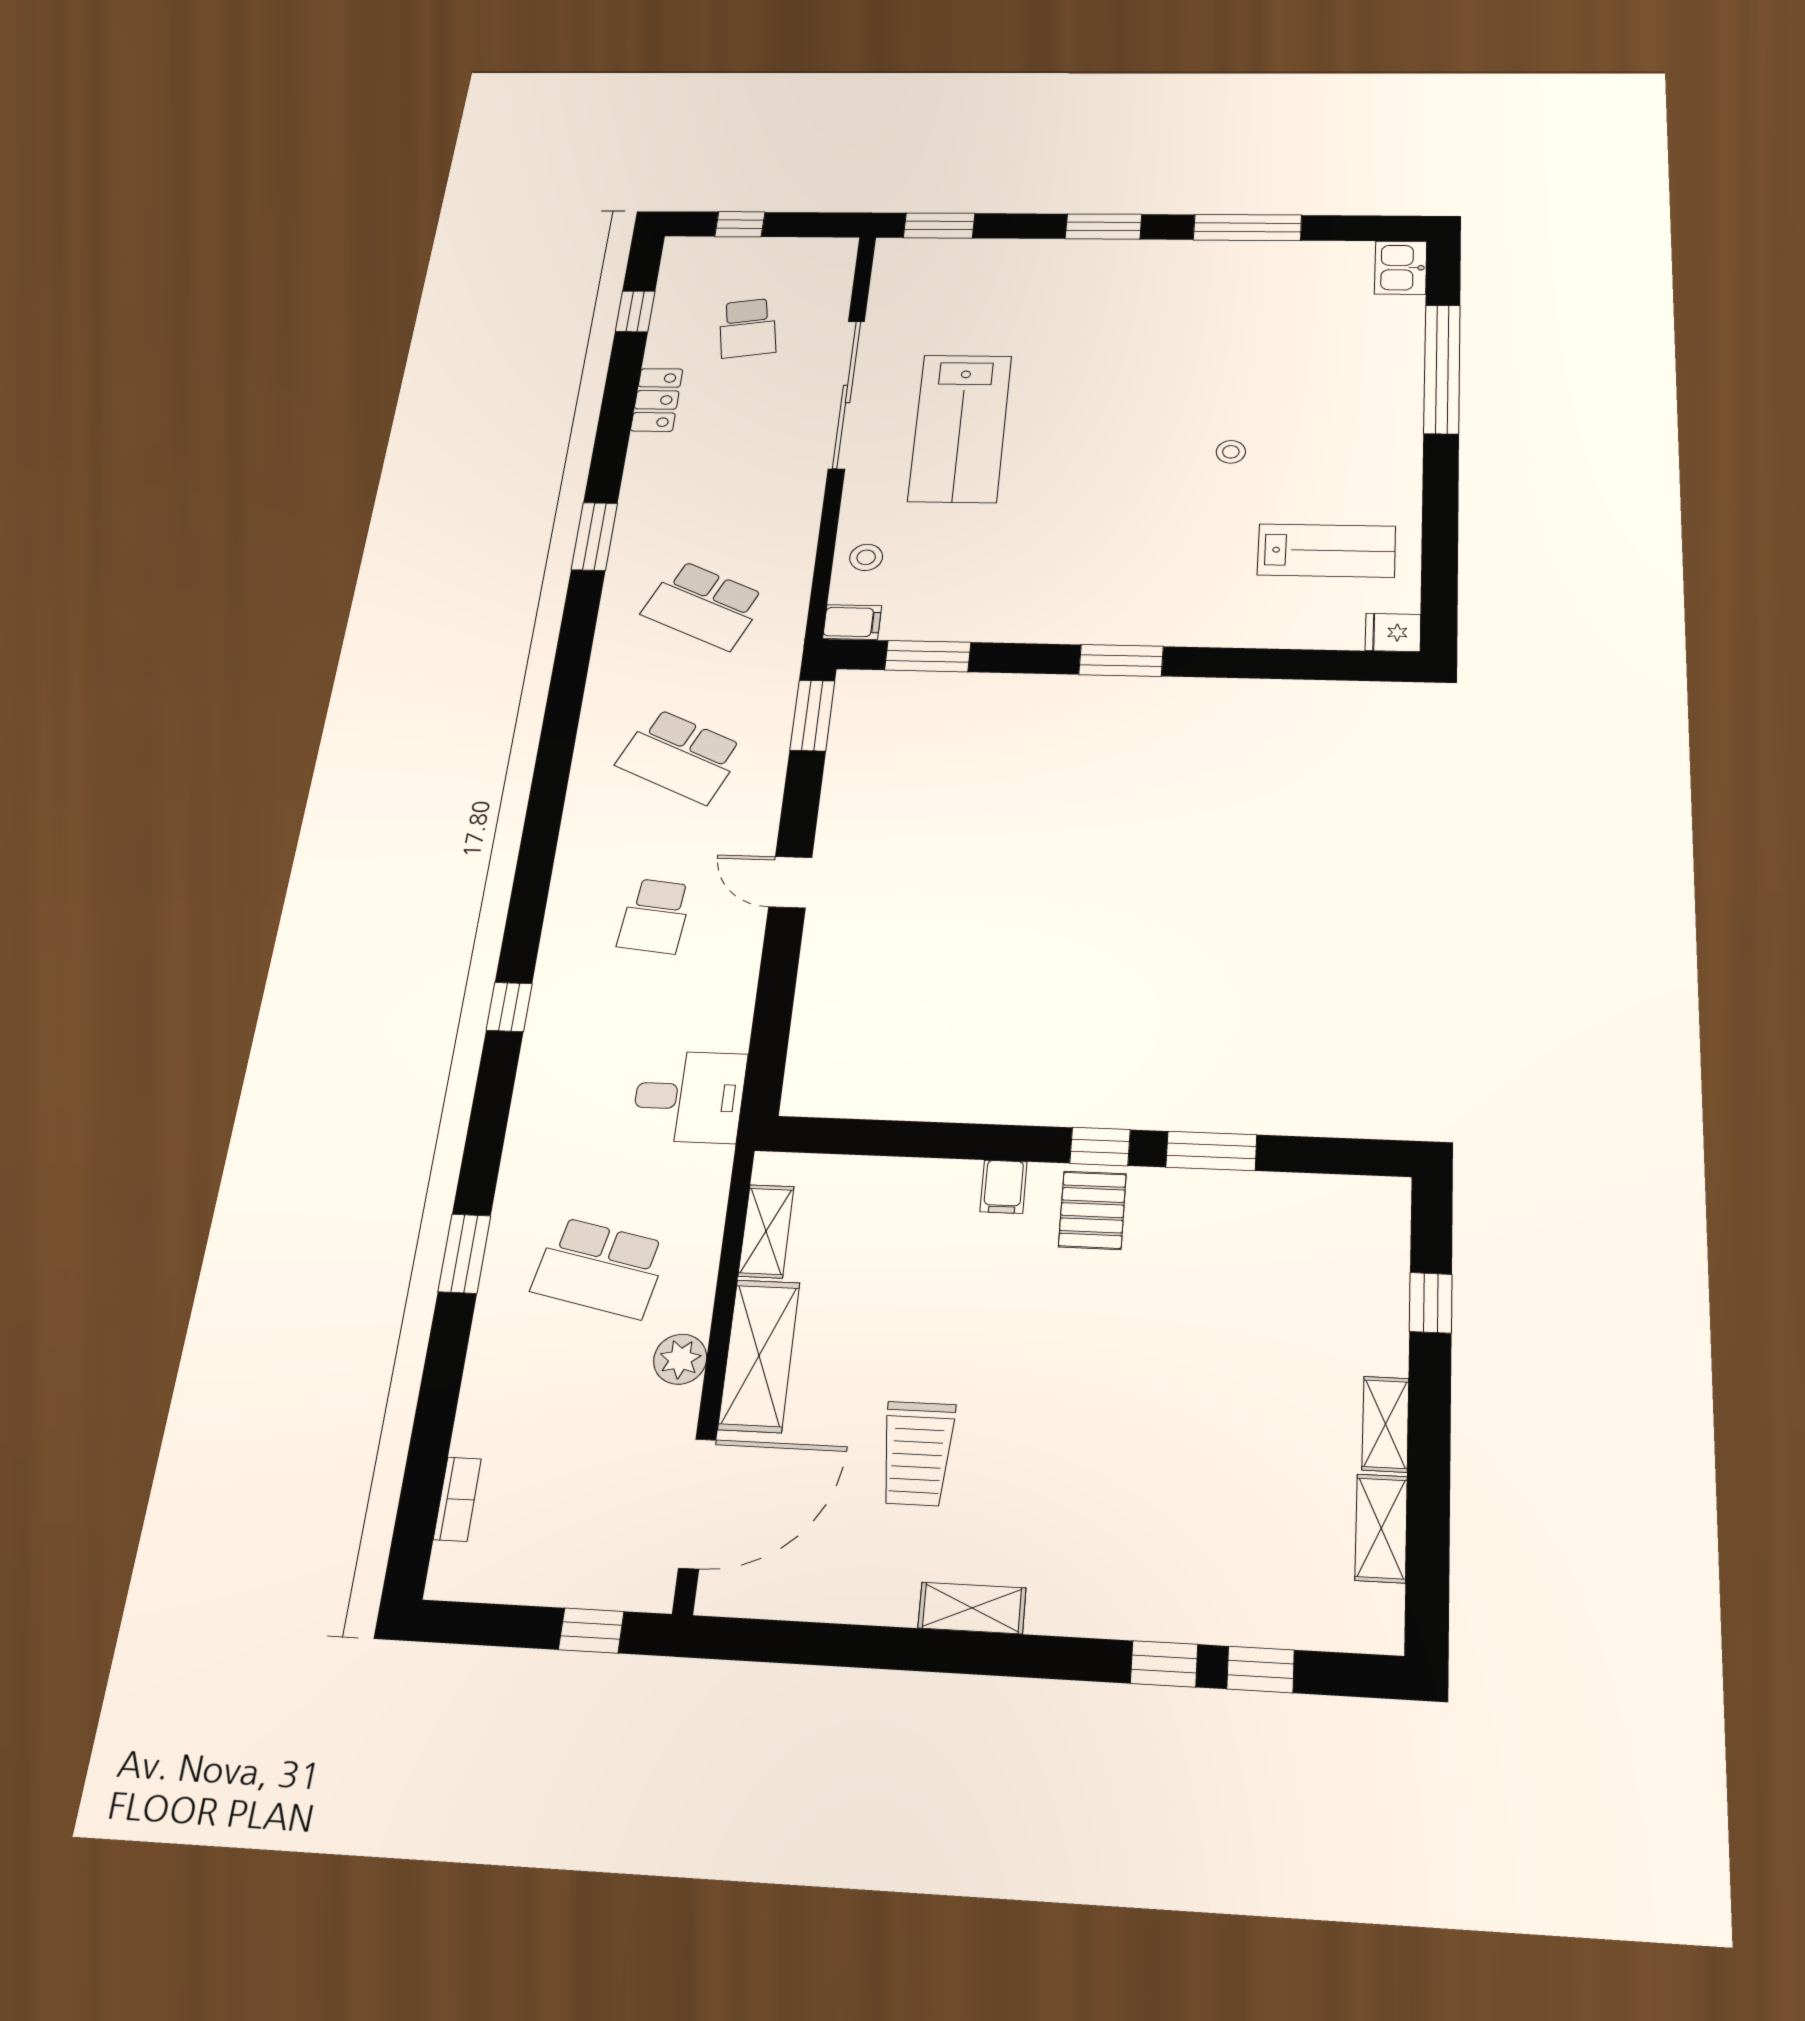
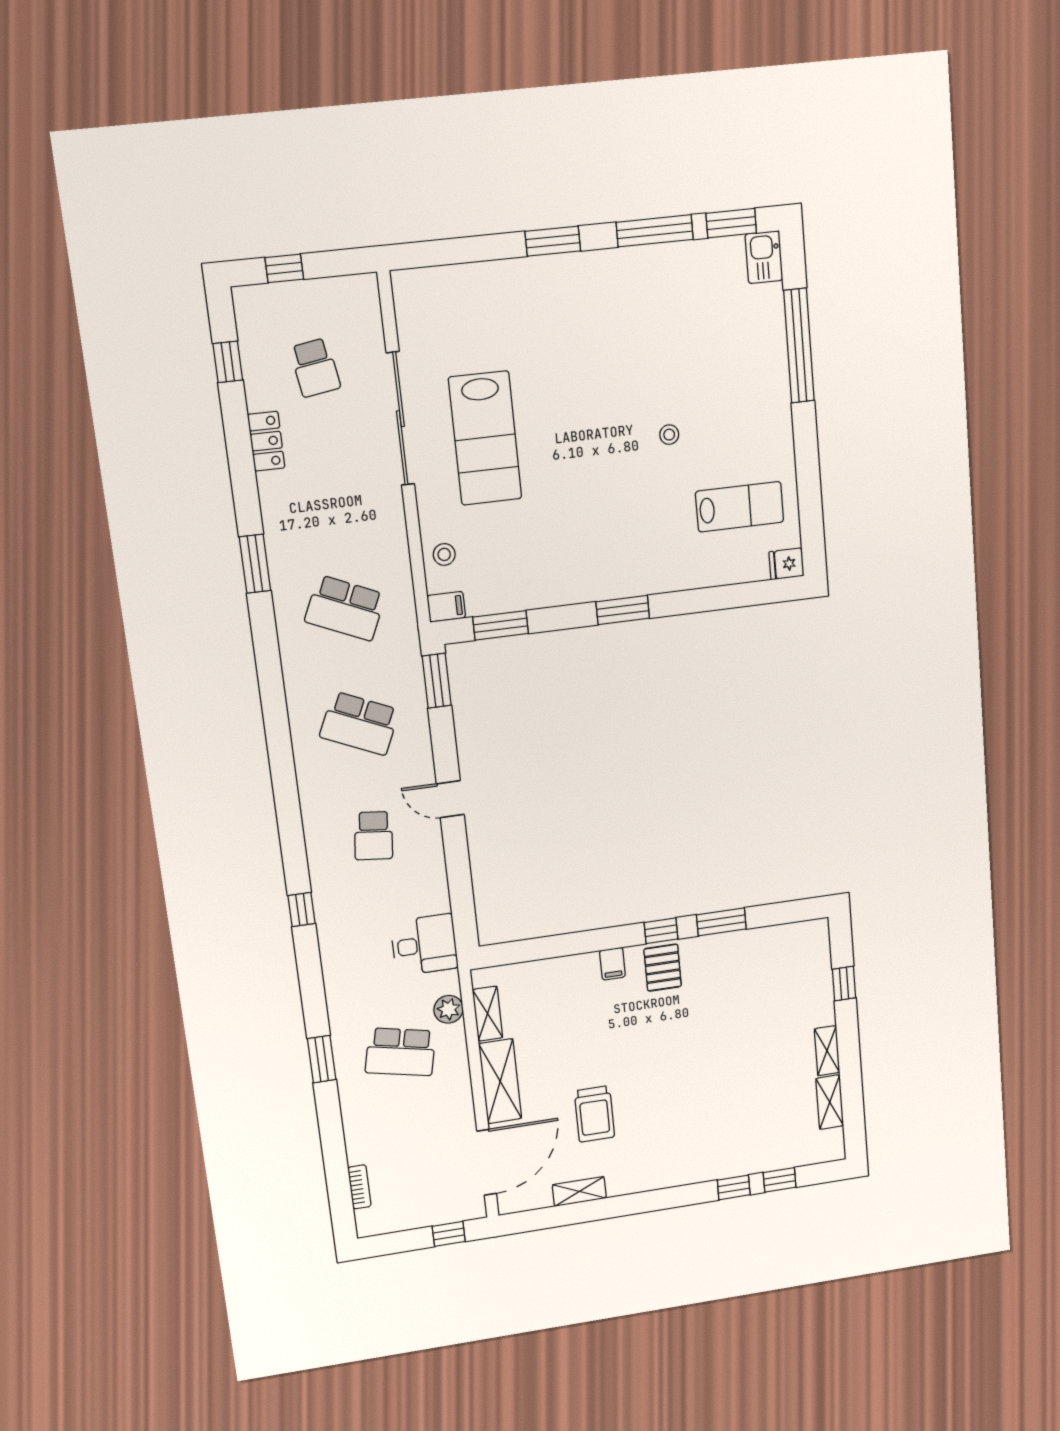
window: (939, 226) -> (731, 223), moved
plant: (680, 1359) -> (449, 1009), moved
shelving: (972, 1608) -> (579, 1191), moved

